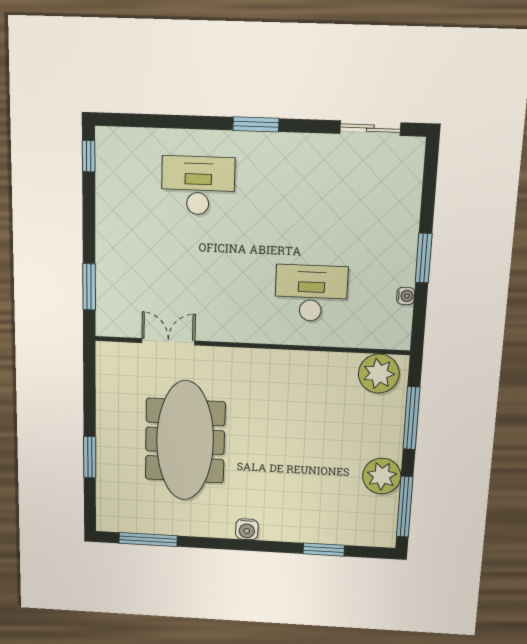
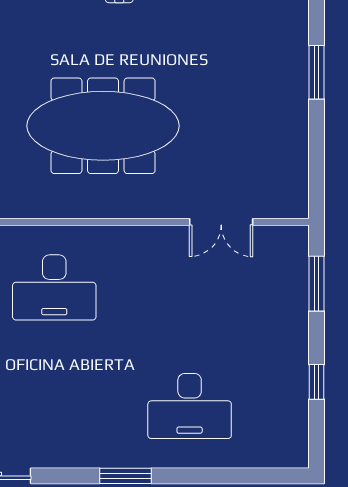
window: (89, 156) -> (316, 382), moved
meeting table: (185, 441) -> (103, 126), moved, turned 90

